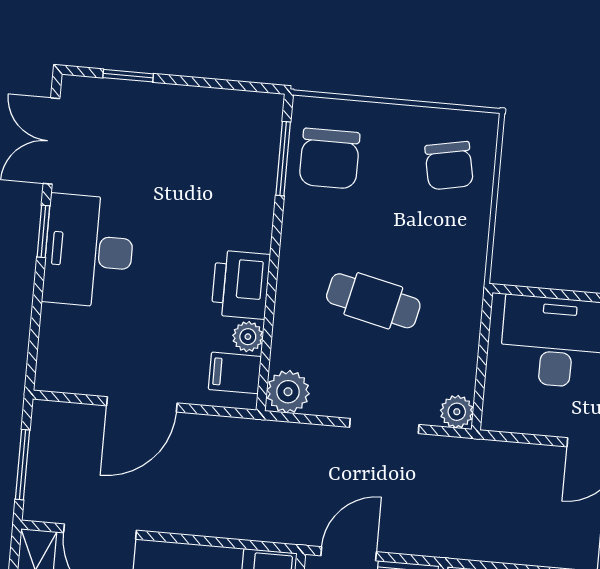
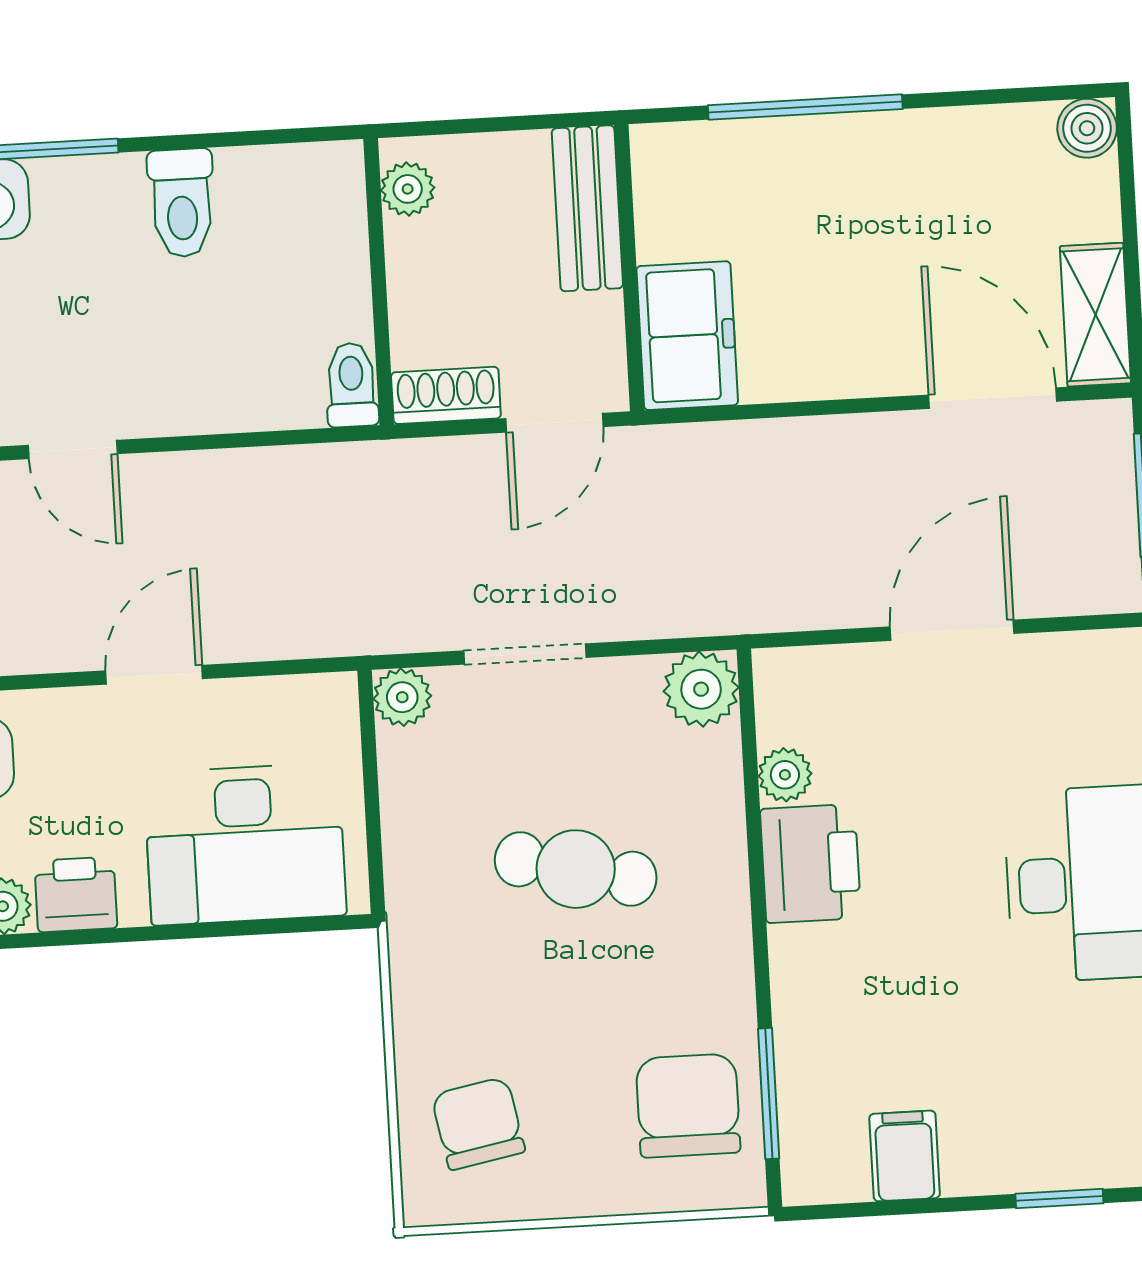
filing cabinet: (235, 373) -> (905, 1156), moved, turned -90

